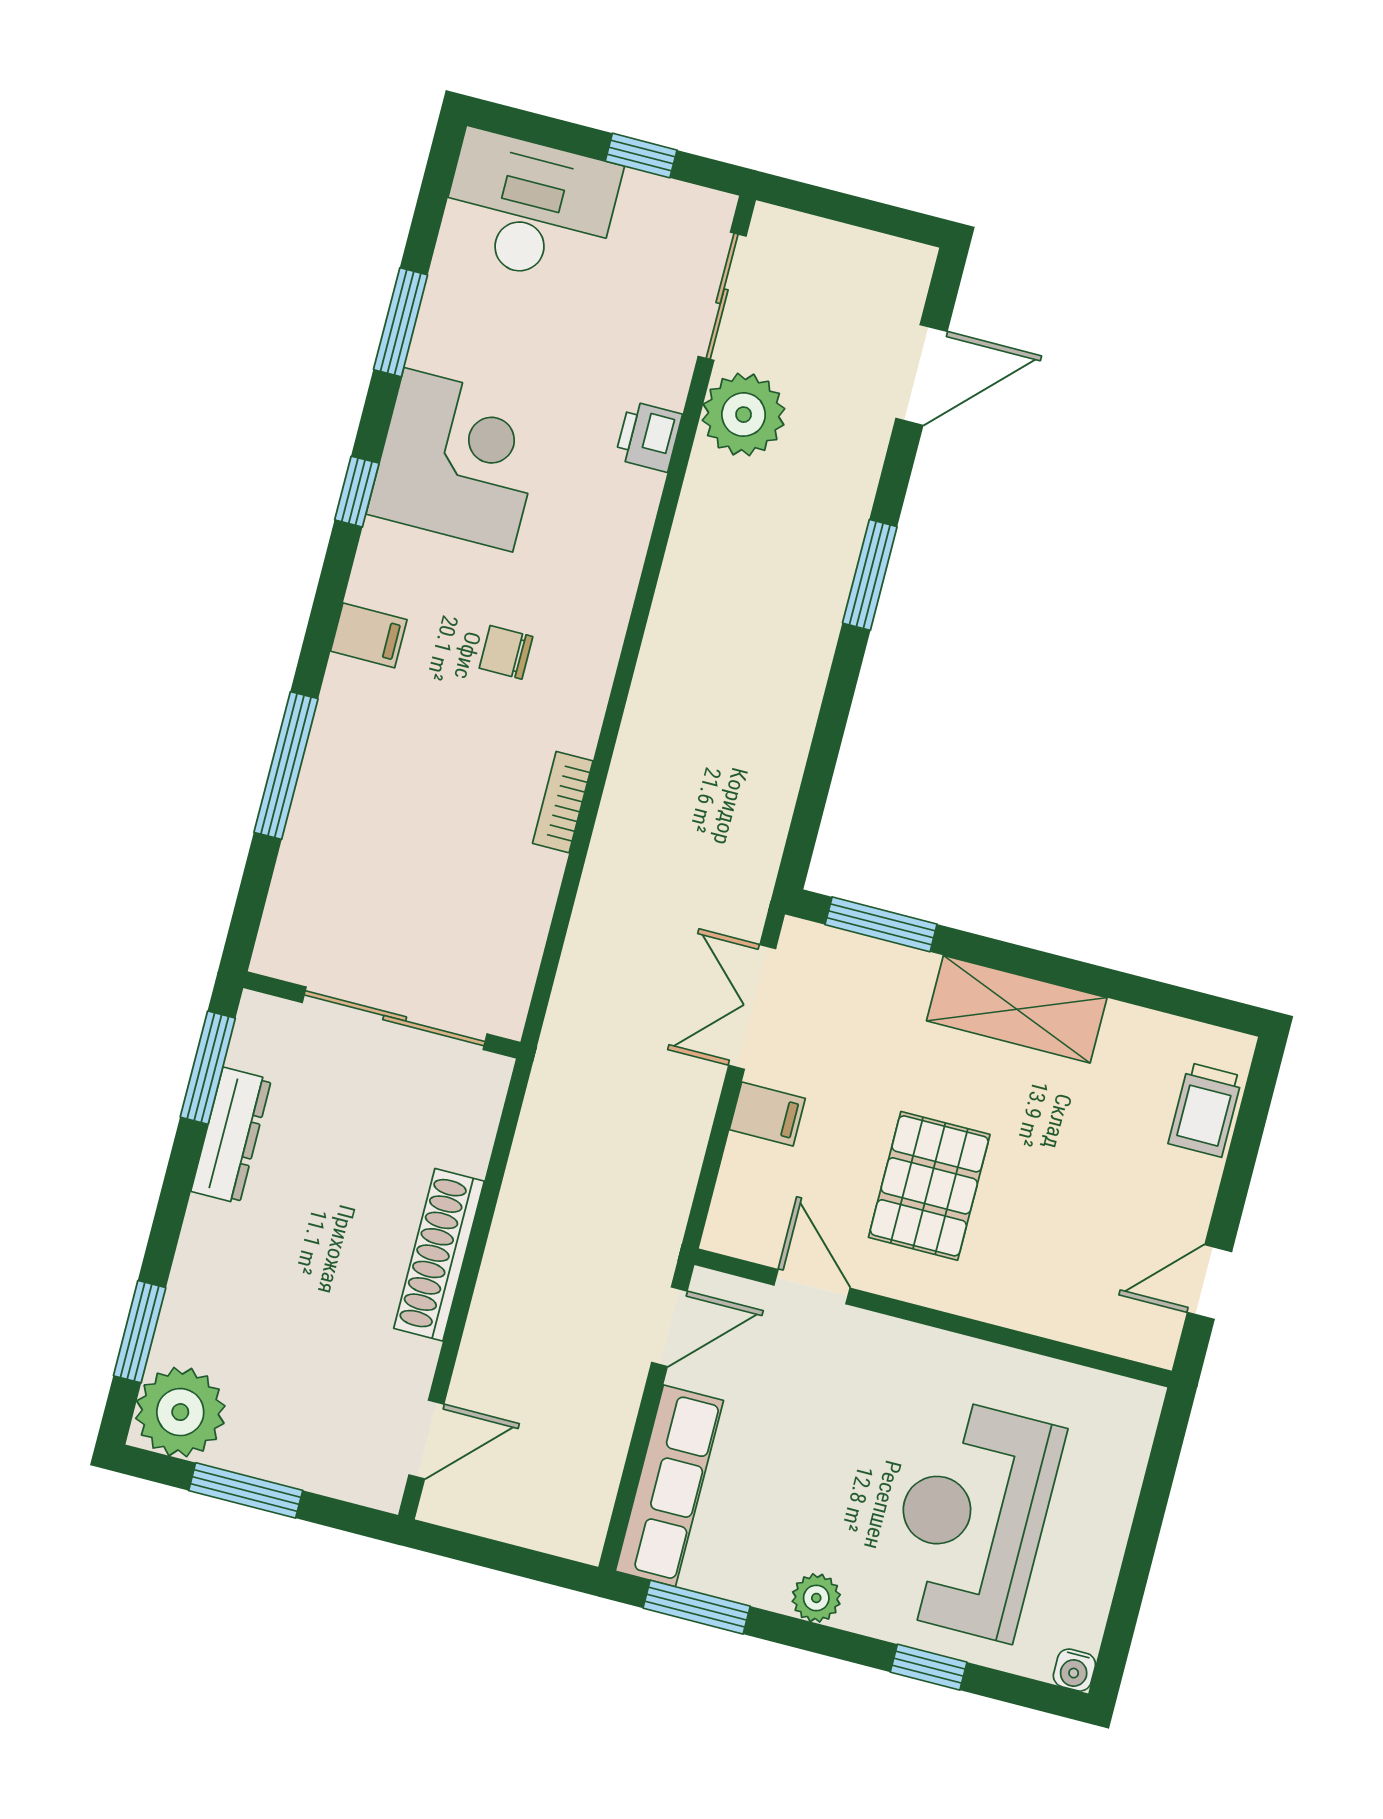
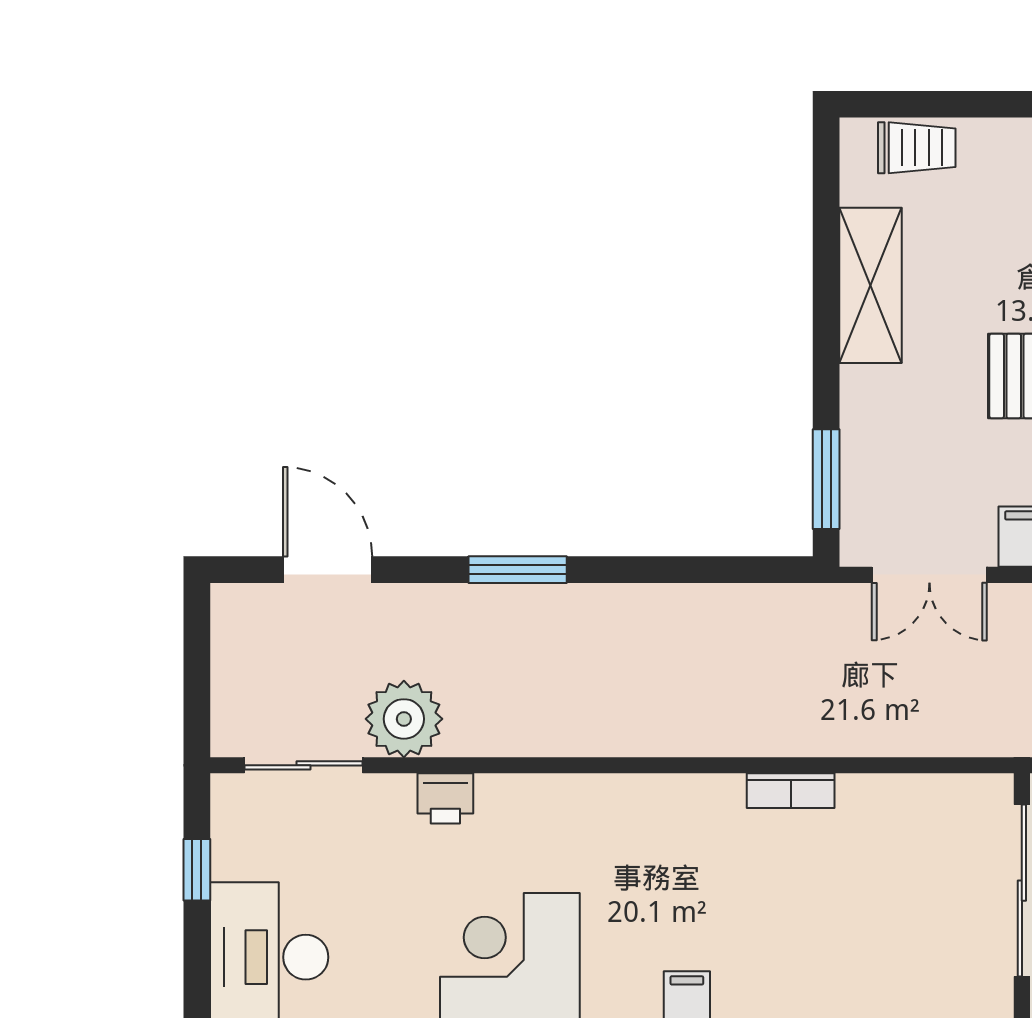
chair: (506, 652) -> (670, 876), removed
shelving: (1017, 1009) -> (870, 285), moved

